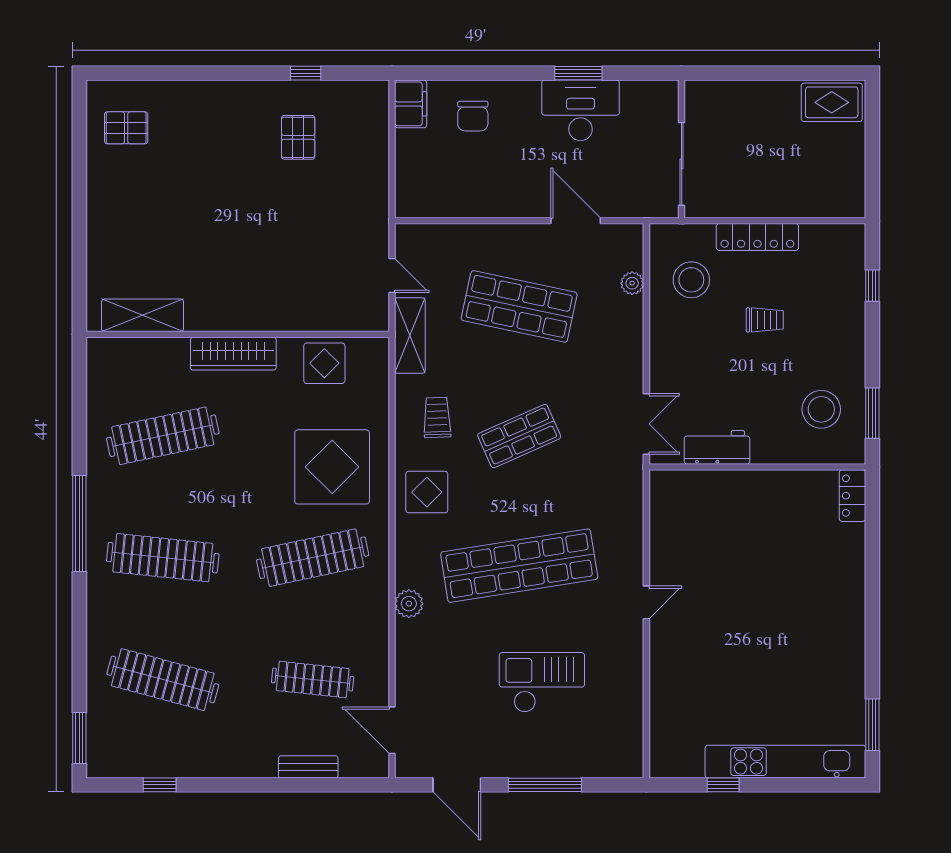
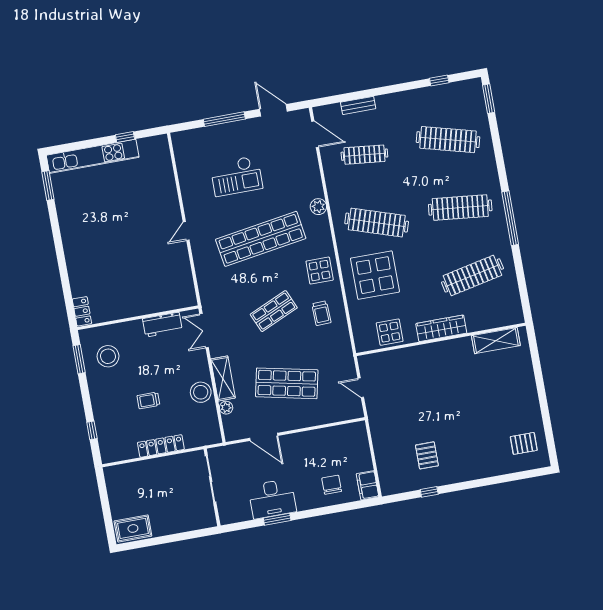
stool: (691, 280) -> (201, 392), moved
shelving: (410, 336) -> (223, 378), moved
clothes rail: (313, 558) -> (377, 223), turned 30

